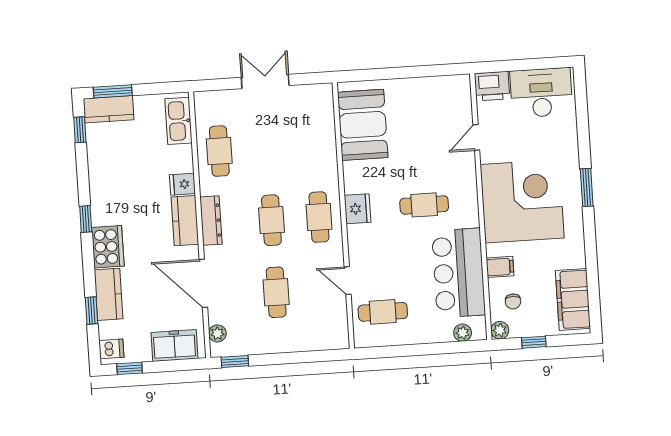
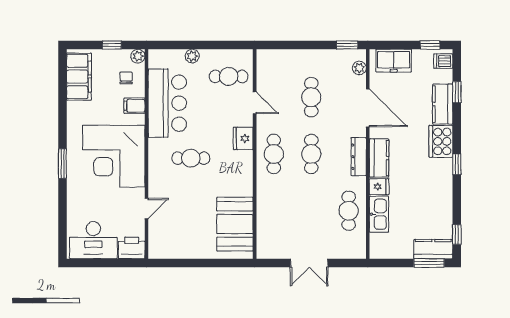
kitchen sink: (179, 121) -> (379, 214), moved
fridge: (357, 209) -> (243, 138), moved
plant: (463, 333) -> (192, 56), moved

